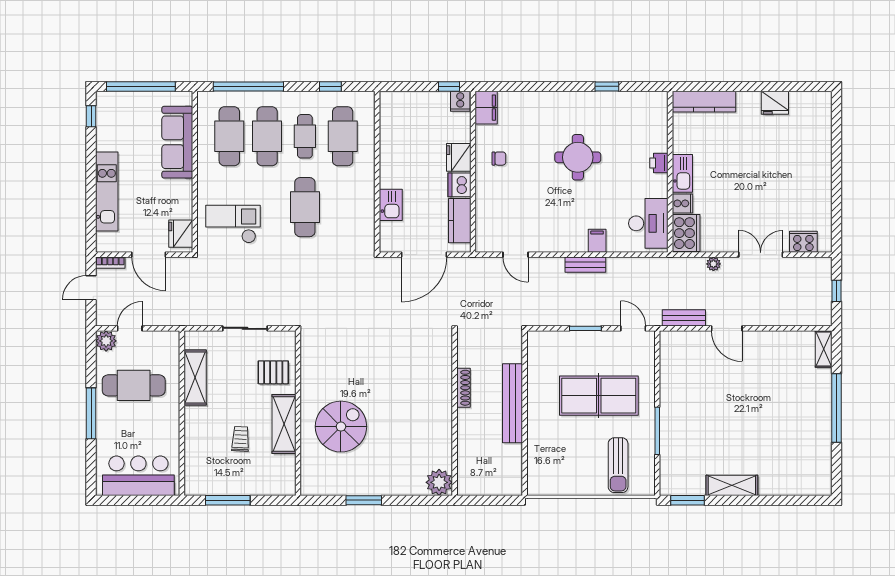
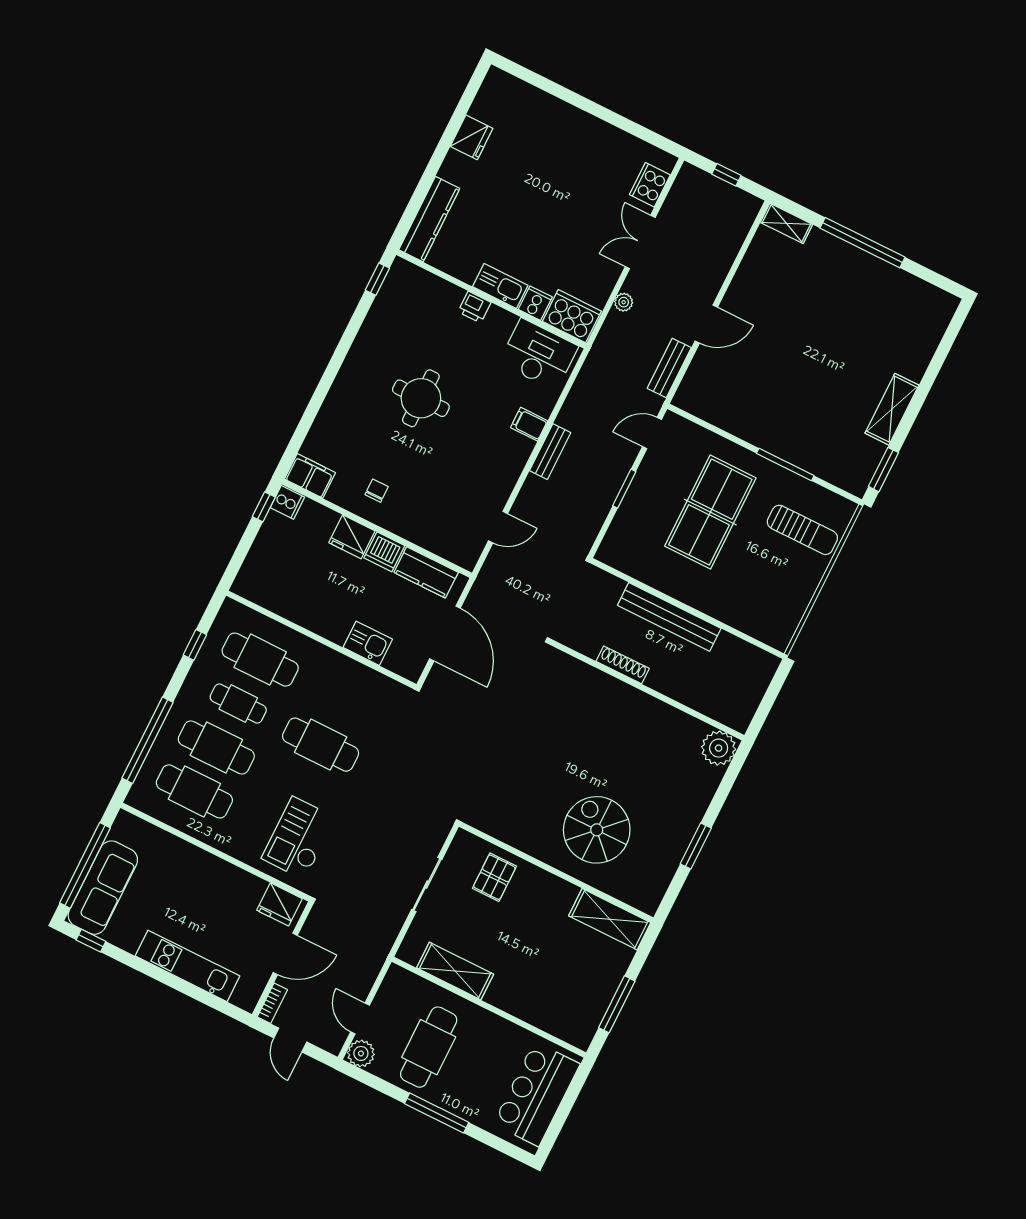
window: (607, 86) -> (377, 279), moved
sofa: (177, 142) -> (103, 888), moved, turned -90
shelving: (284, 424) -> (610, 919), moved
trolley: (241, 439) -> (553, 954), removed

